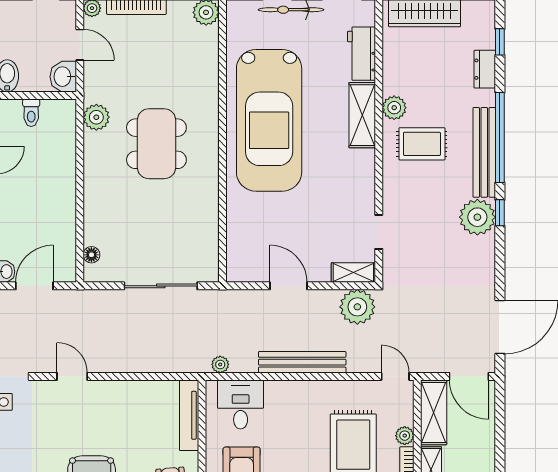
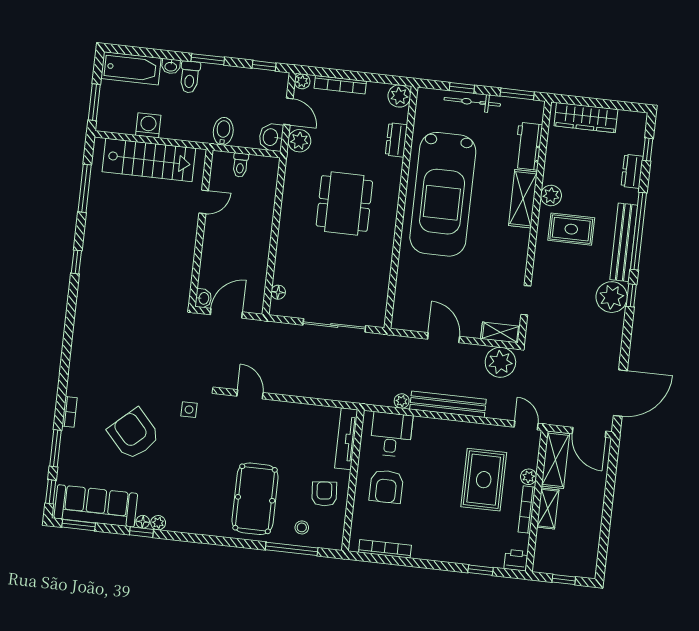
dresser: (208, 64) -> (396, 140), added
plant: (96, 117) -> (299, 141), moved
plant: (220, 364) -> (402, 401), moved

